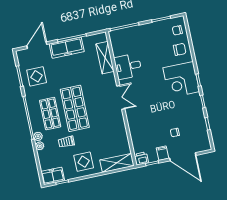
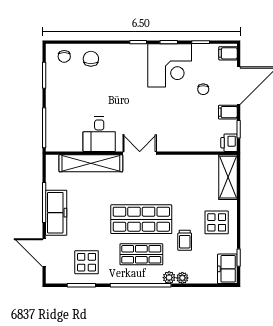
shelving: (105, 58) -> (91, 163), width x1.47
corner desk: (181, 80) -> (170, 65), moved
filing cabinet: (204, 145) -> (228, 53), added

